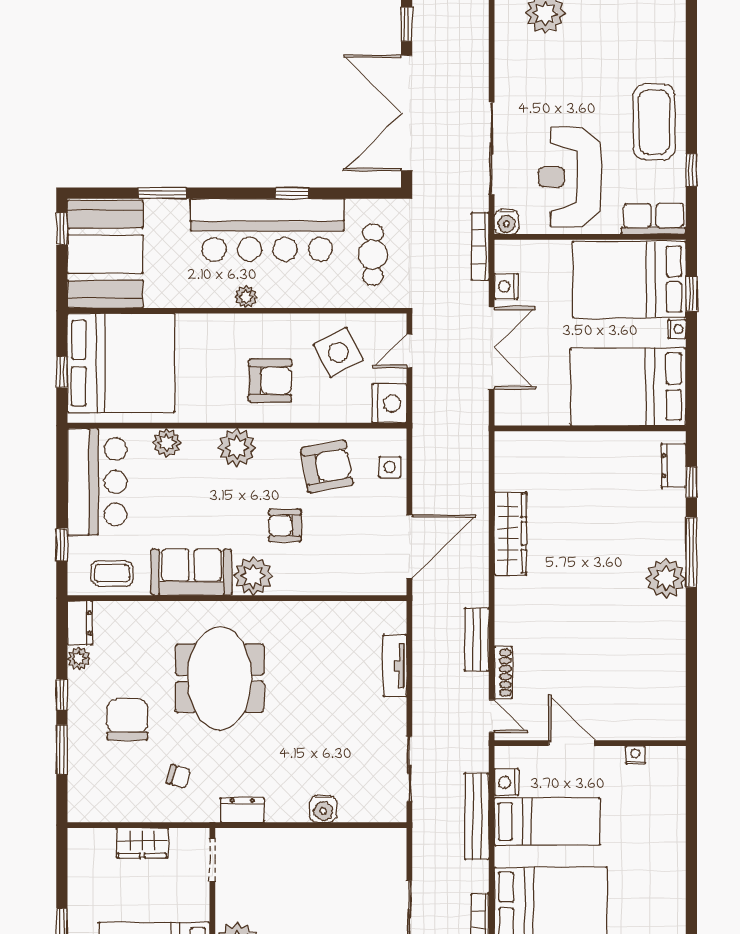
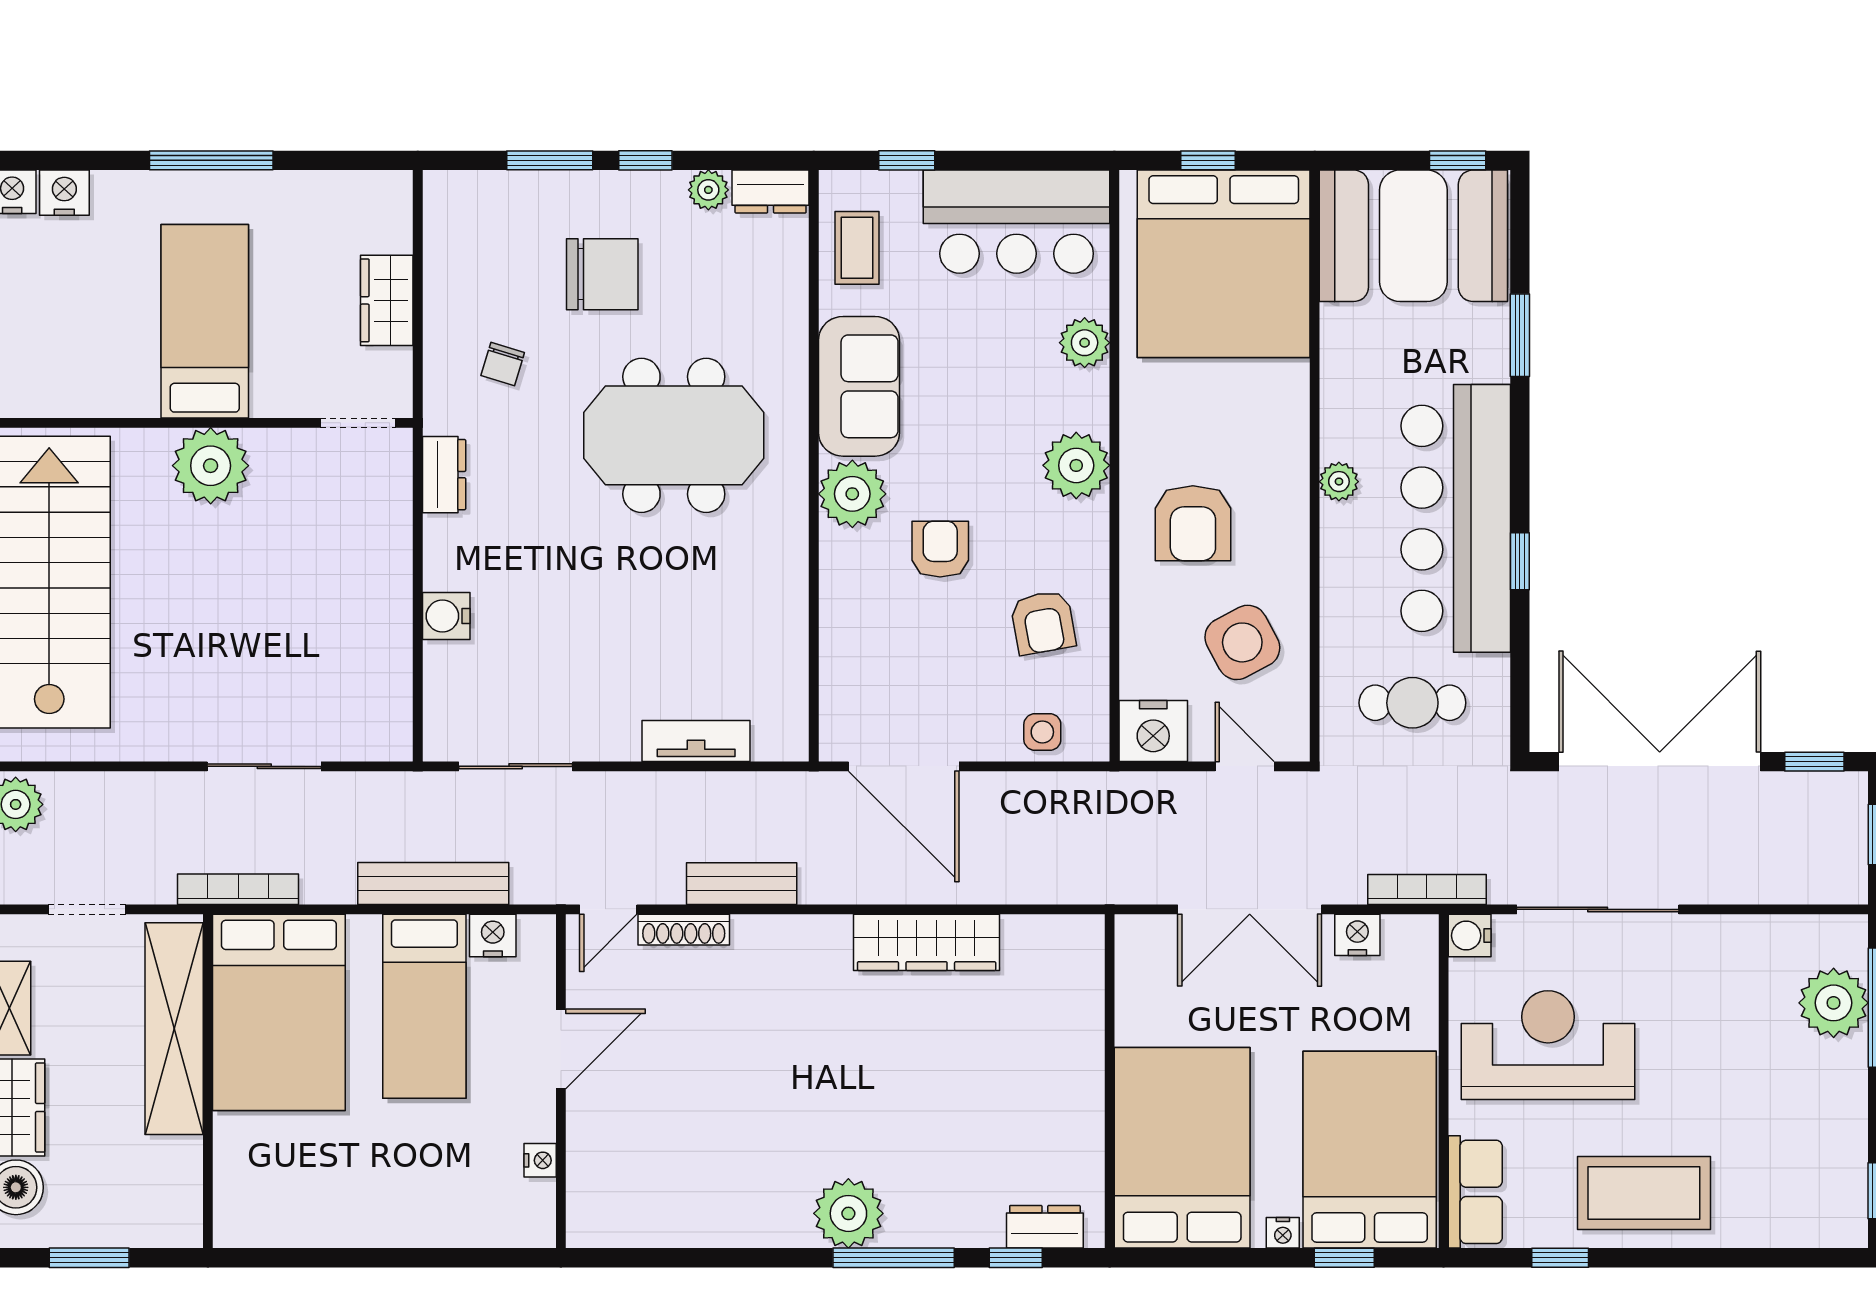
armchair: (327, 467) -> (1043, 622), width x0.72, depth x0.72

